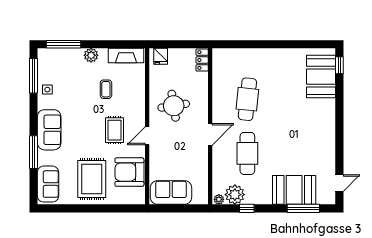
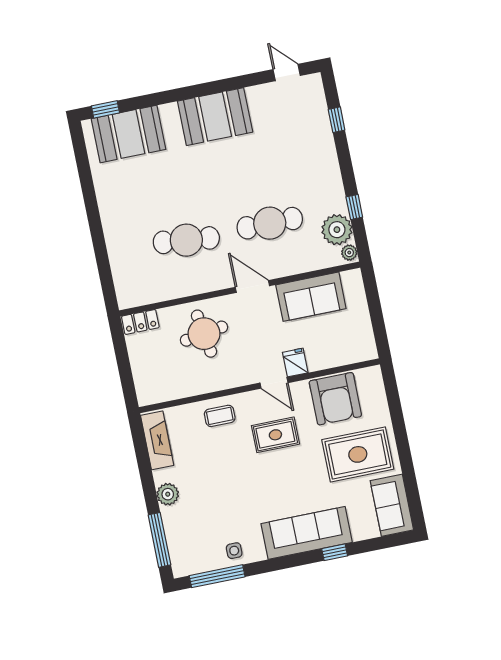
fridge: (161, 56) -> (295, 363), moved, turned -90
coffee table: (106, 89) -> (220, 416), moved
round table: (174, 106) -> (204, 334), moved
sofa: (49, 130) -> (307, 533), width x1.36
window: (34, 152) -> (335, 552), width x0.46
sofa: (48, 184) -> (392, 505), moved, turned -90
booth: (294, 190) -> (215, 117), moved, turned 90
sofa: (171, 192) -> (311, 297), moved, turned -90
window: (303, 208) -> (337, 120), width x0.46

